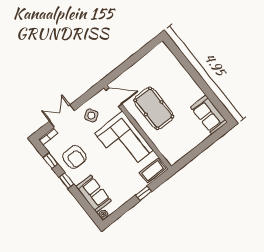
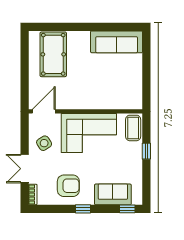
pool table: (154, 108) -> (53, 54), moved, turned 90
sofa: (209, 115) -> (117, 42), width x1.36
window: (51, 161) -> (127, 209), moved
plant: (103, 214) -> (137, 200), removed

